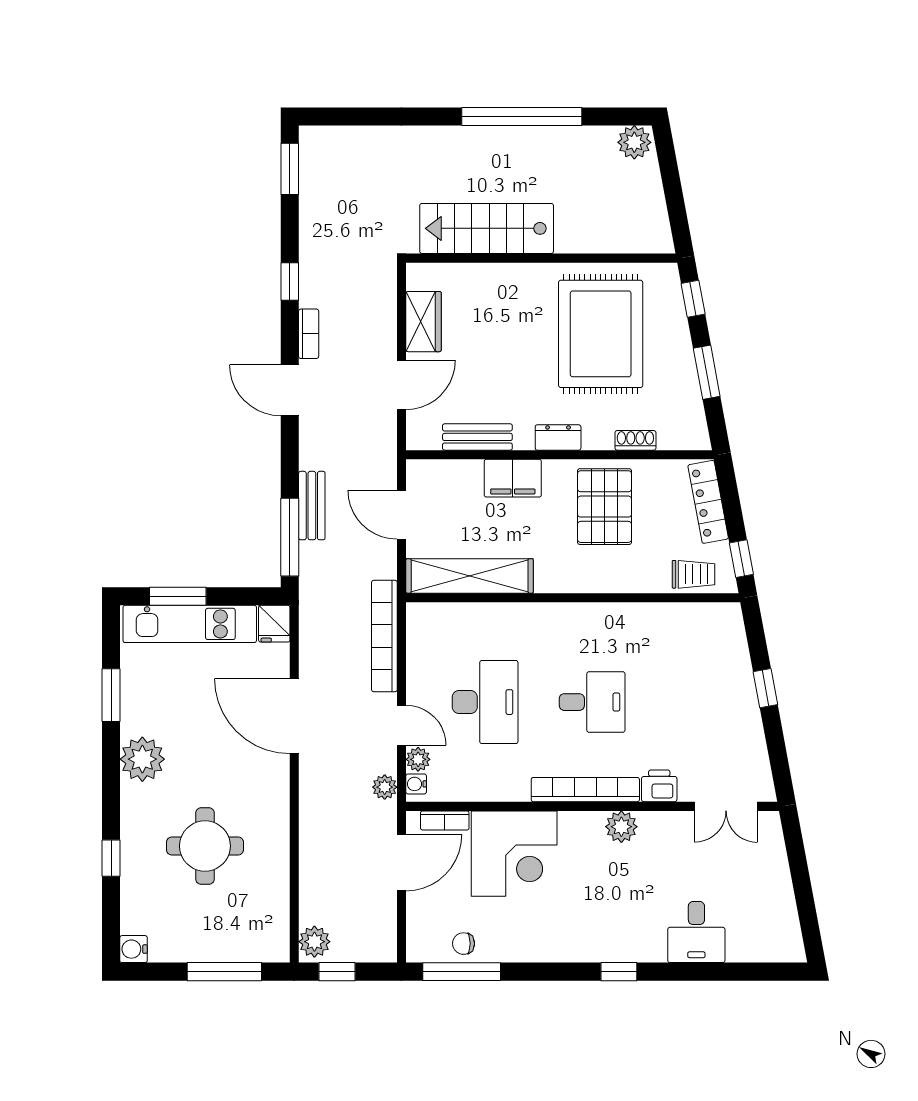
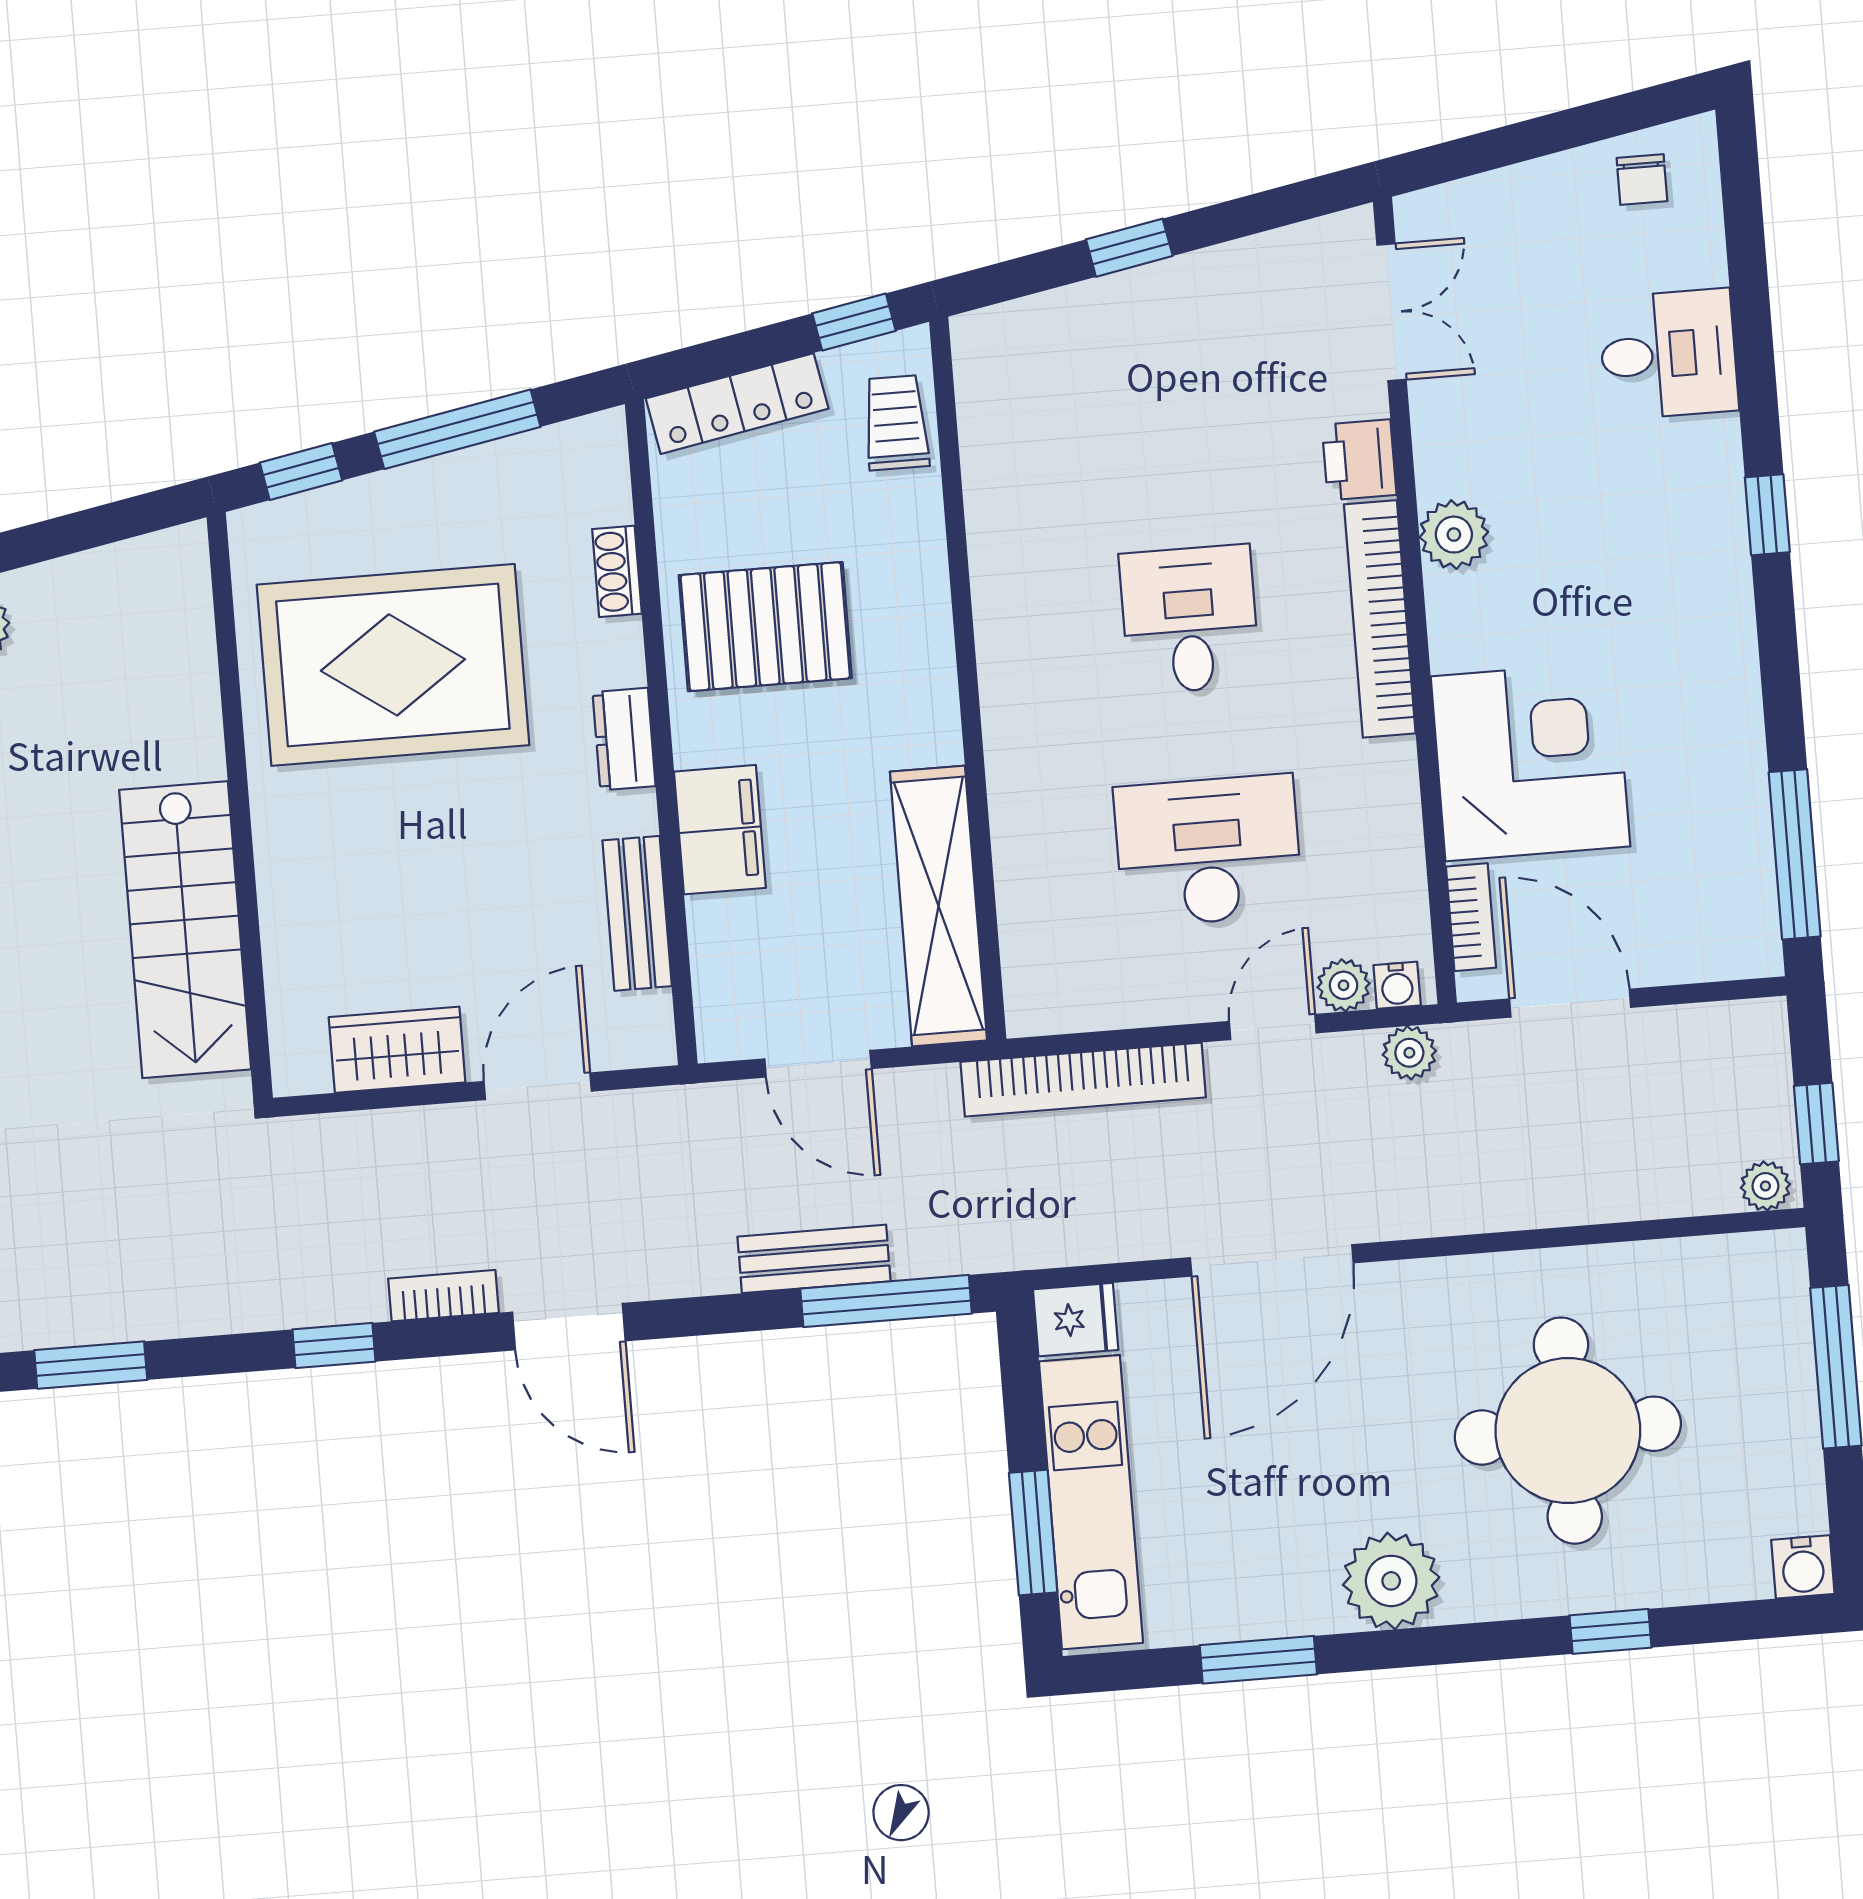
window: (707, 372) -> (457, 429), width x1.44
door: (402, 385) -> (538, 1086), hinge flipped
door: (290, 390) -> (569, 1327), hinge flipped
door: (402, 515) -> (818, 1064), hinge flipped
round table: (205, 846) -> (1568, 1431), width x1.36, depth x1.36
plant: (314, 942) -> (1765, 1186), width x0.73, depth x0.73
chair: (464, 944) -> (1642, 180), moved

